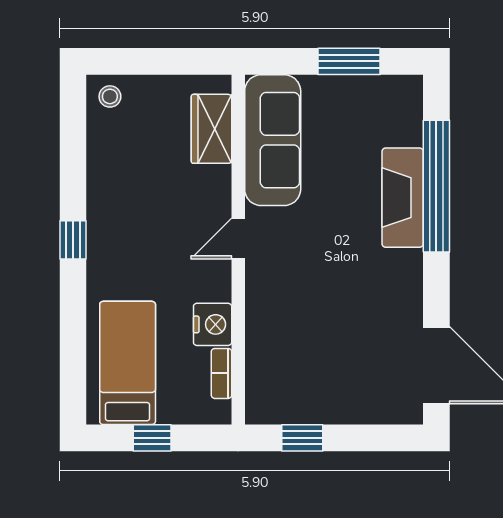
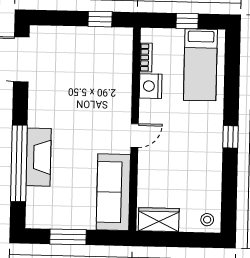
wardrobe: (211, 129) -> (159, 220), moved, turned -90

